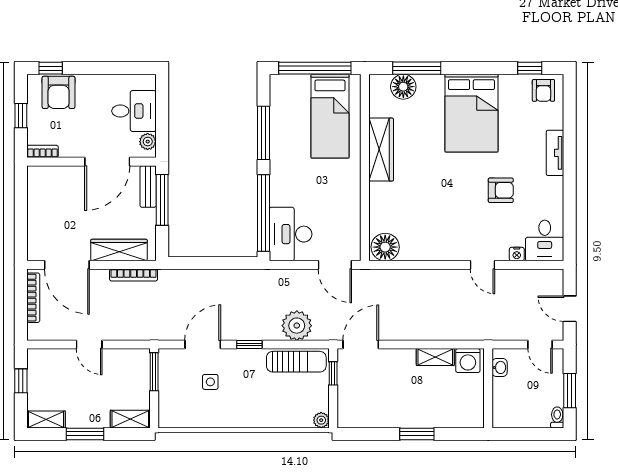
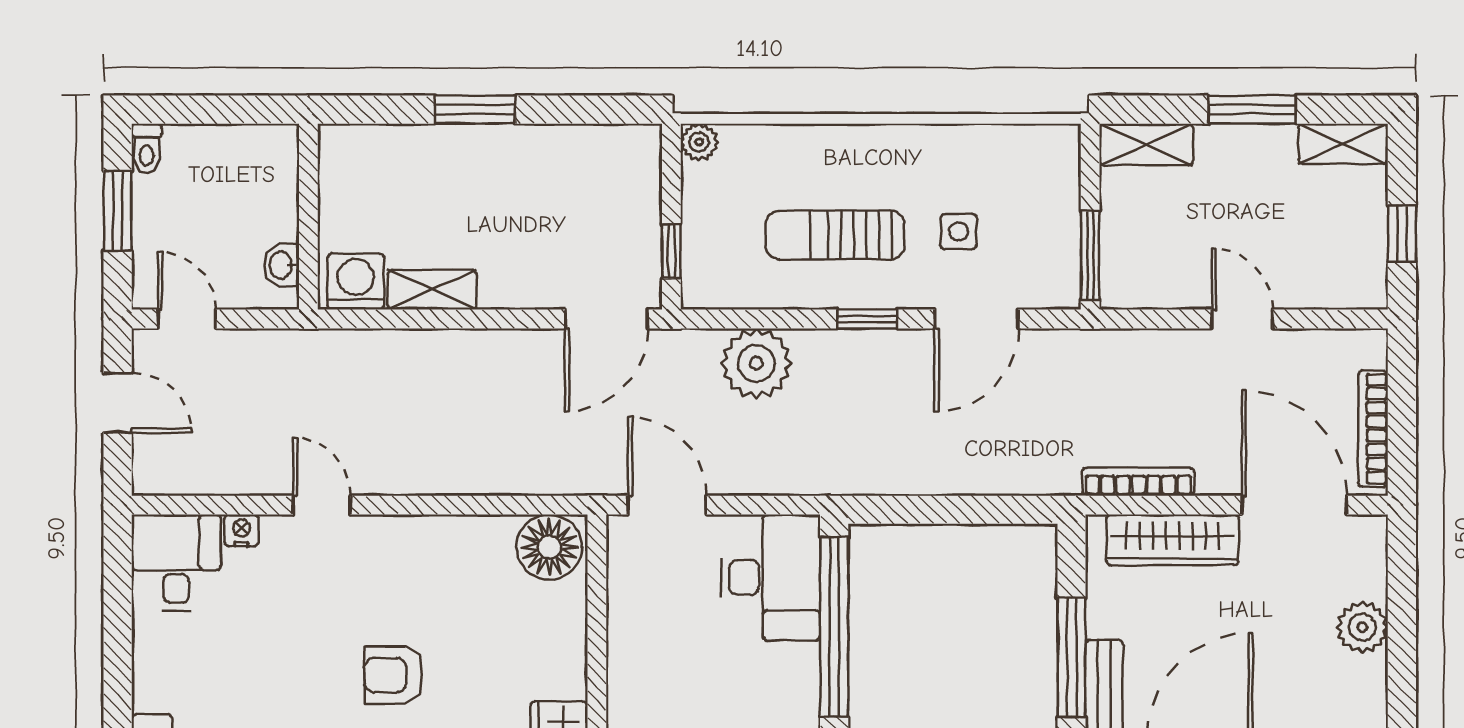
armchair: (501, 190) -> (394, 675), moved
plant: (38, 213) -> (1362, 627), added
sun lounger: (296, 362) -> (835, 235), moved

